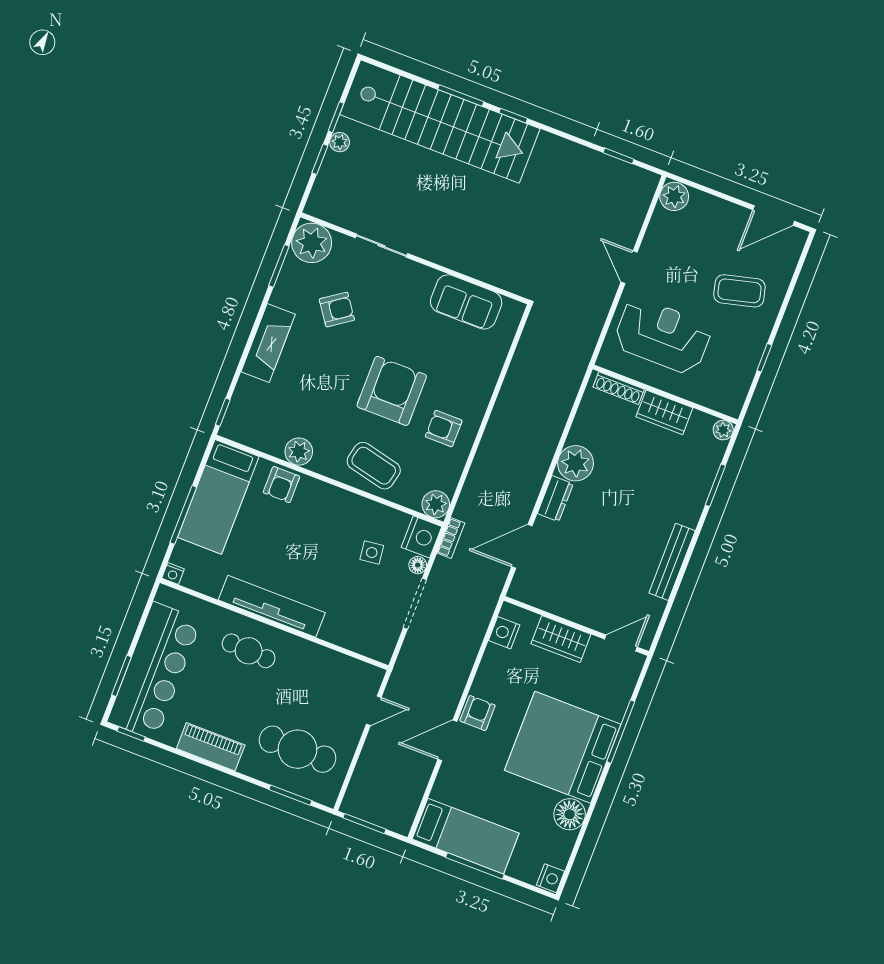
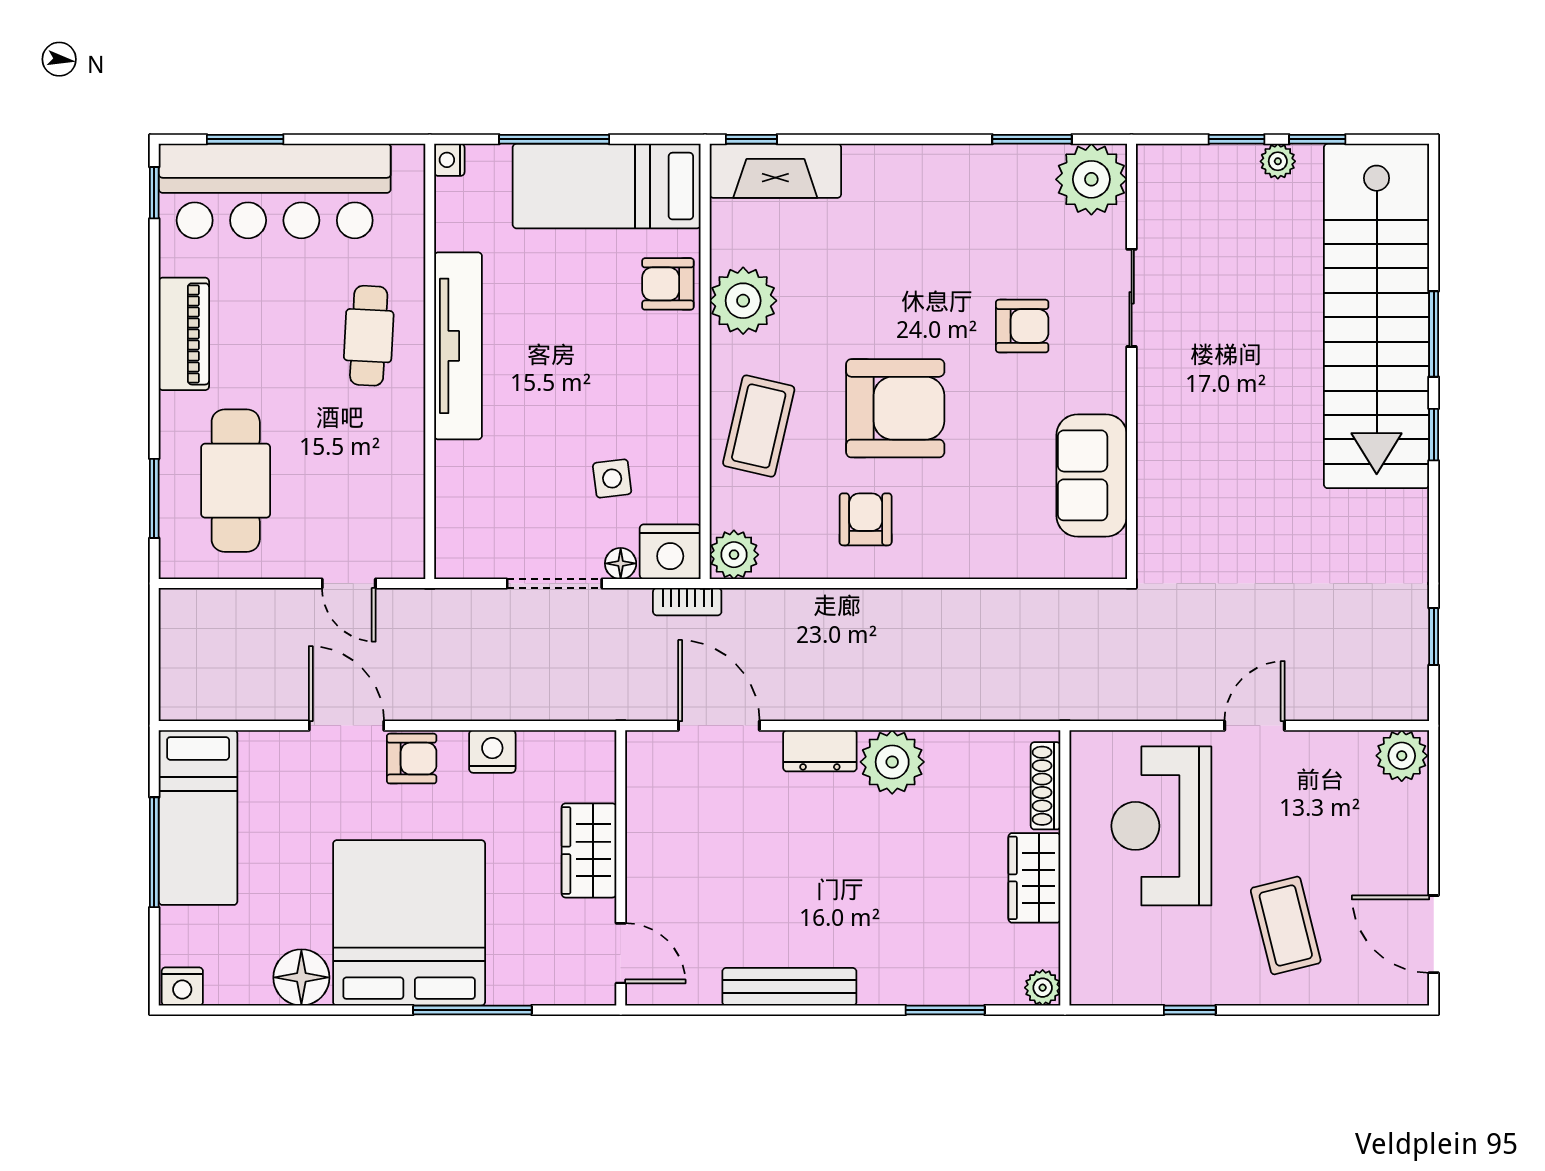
armchair: (337, 310) -> (1022, 326), moved, turned -55
reception desk: (663, 336) -> (1161, 826), turned 180
fireplace: (268, 343) -> (775, 171), moved
plant: (299, 452) -> (743, 301), width x1.36, depth x1.36
nightstand: (504, 633) -> (492, 751), moved
window: (365, 824) -> (154, 640), removed

